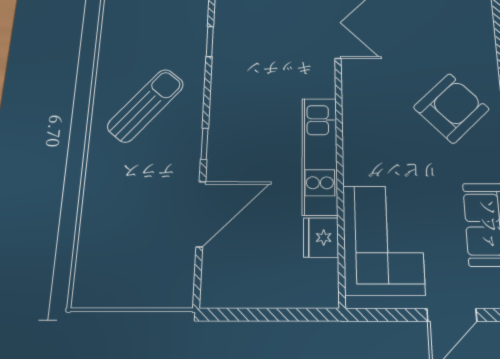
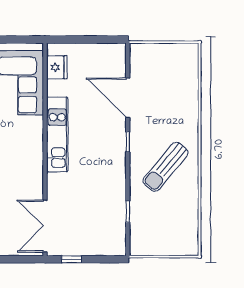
door: (201, 214) -> (128, 98), hinge flipped
fridge: (321, 237) -> (57, 67), moved

